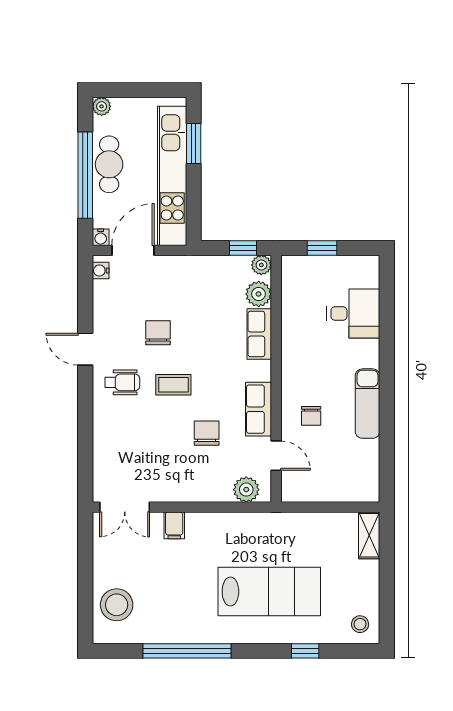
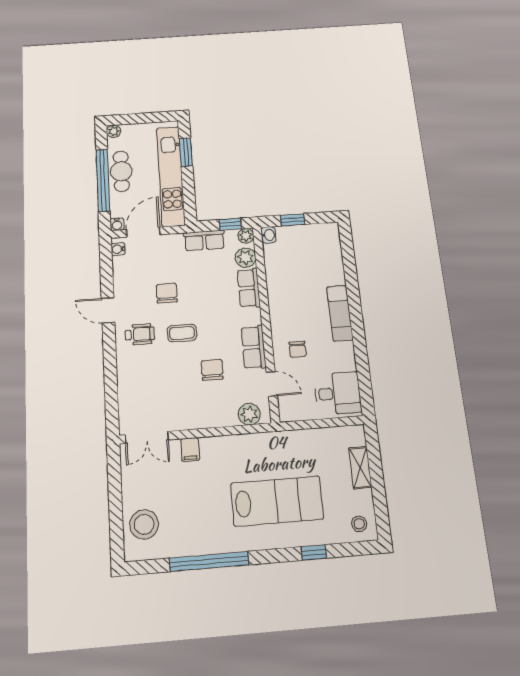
washbasin: (290, 266) -> (268, 235), added
row of seats: (209, 267) -> (204, 240), added
desk: (353, 313) -> (338, 393), moved
exam couch: (368, 404) -> (340, 313), moved
shelving: (369, 535) -> (360, 468), moved

